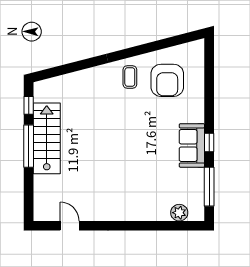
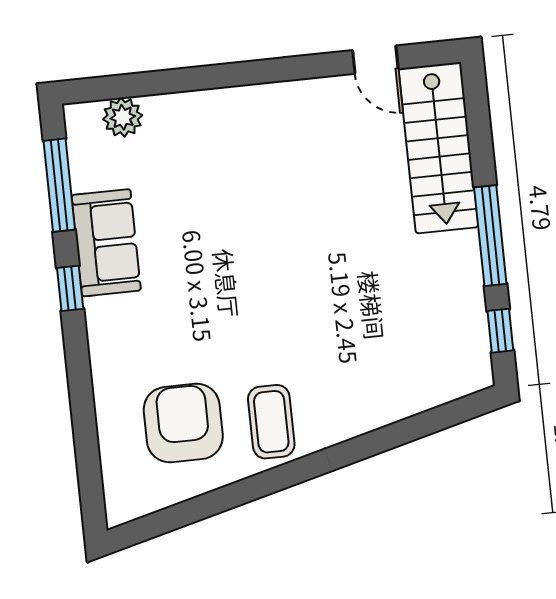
coffee table: (130, 77) -> (271, 422), width x1.36, depth x1.30
stairs: (47, 138) -> (439, 148), moved
sofa: (192, 145) -> (106, 243), moved

